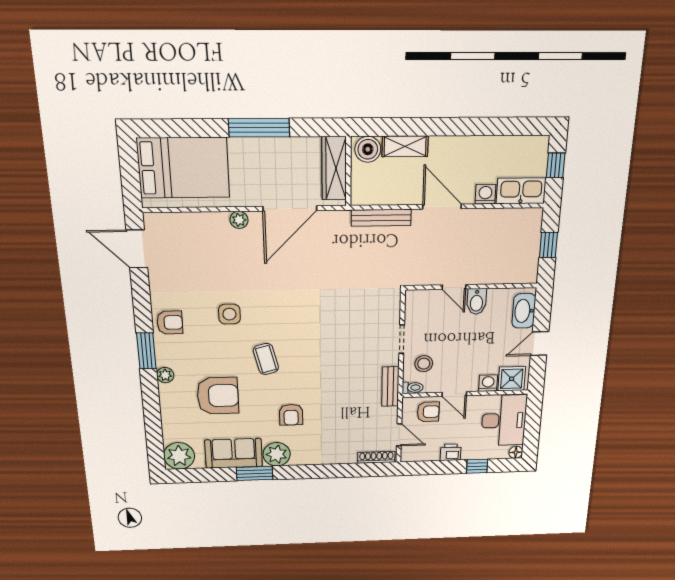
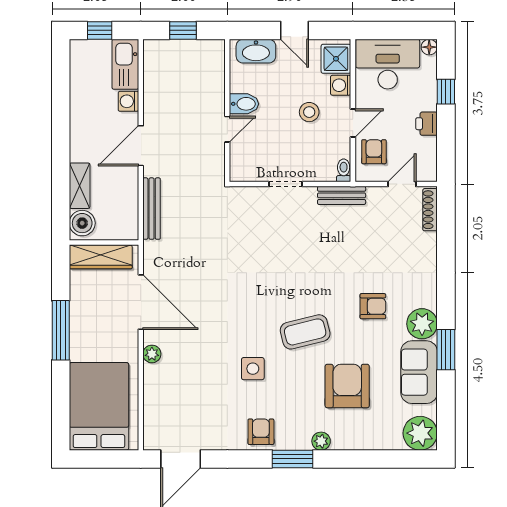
coffee table: (266, 359) -> (305, 332), width x1.36, depth x1.30
stool: (424, 364) -> (309, 112), moved

